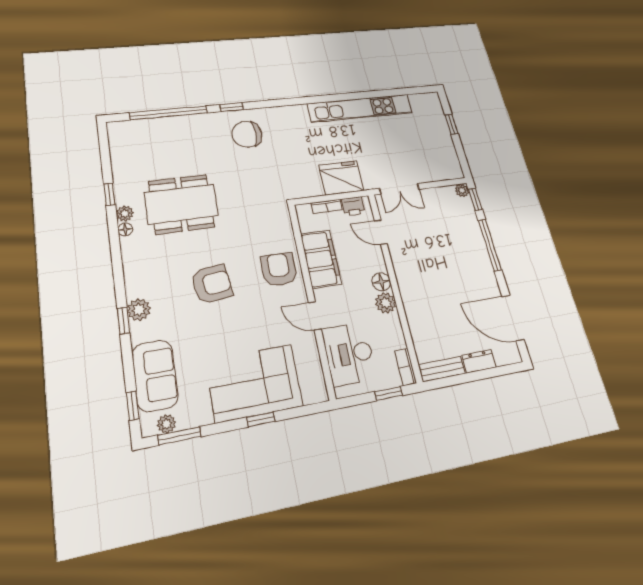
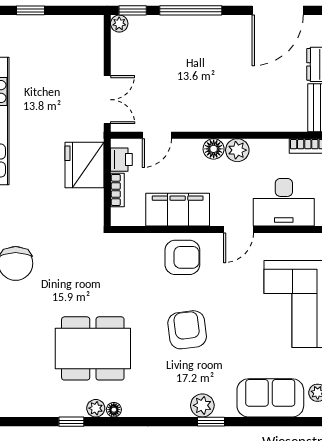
dining table: (181, 204) -> (93, 348), turned 90
armchair: (279, 269) -> (182, 257), turned 180
window: (133, 406) -> (295, 422), removed

